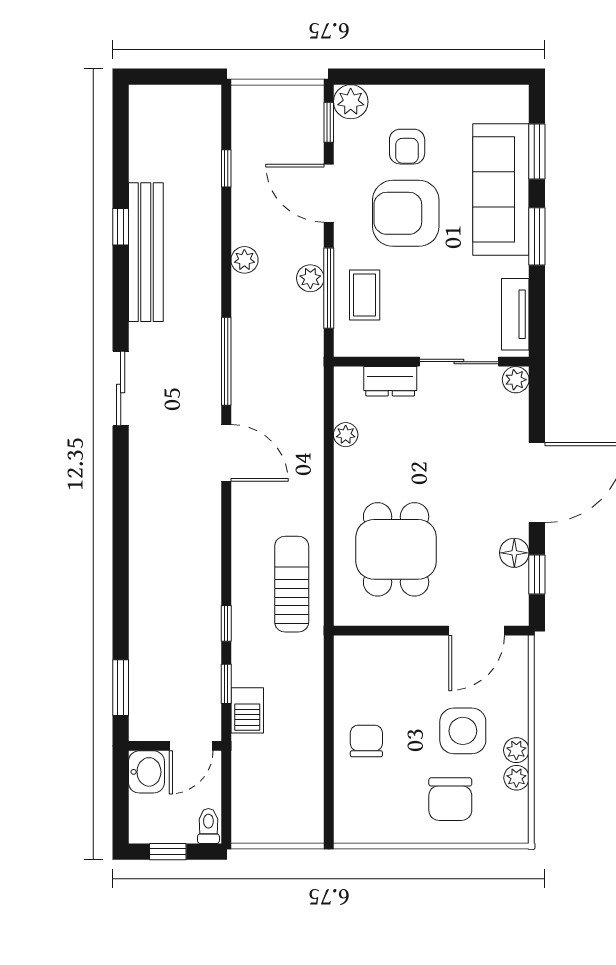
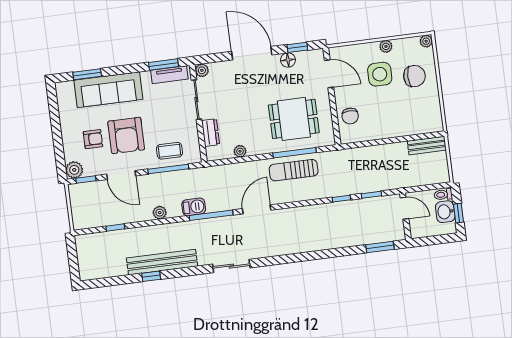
door: (329, 193) -> (121, 175), hinge flipped
window: (537, 236) -> (164, 64), moved
plant: (310, 278) -> (165, 179), removed
window: (329, 542) -> (295, 153), added
sun lounger: (292, 584) -> (294, 170), moved
barbecue: (247, 710) -> (194, 207), moved
chair: (366, 741) -> (350, 116), moved, turned -90
washbasin: (146, 772) -> (445, 212), moved, turned -90
plant: (516, 778) -> (426, 41), moved
bench: (310, 806) -> (427, 146), added

